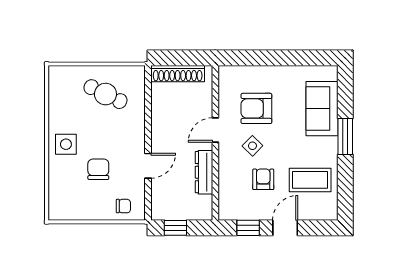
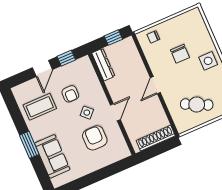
armchair: (256, 108) -> (95, 138), turned -90
door: (148, 166) -> (155, 85), moved
dresser: (204, 172) -> (103, 65), moved

